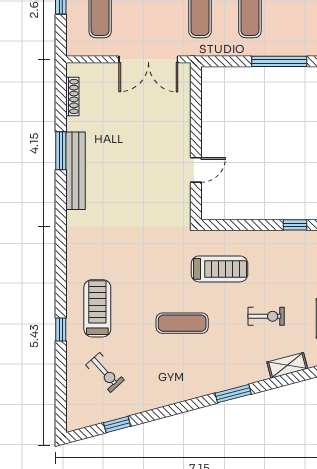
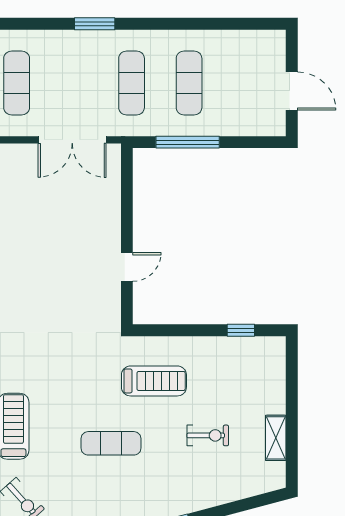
window: (279, 61) -> (188, 142), moved
shelving: (287, 365) -> (232, 492), removed

